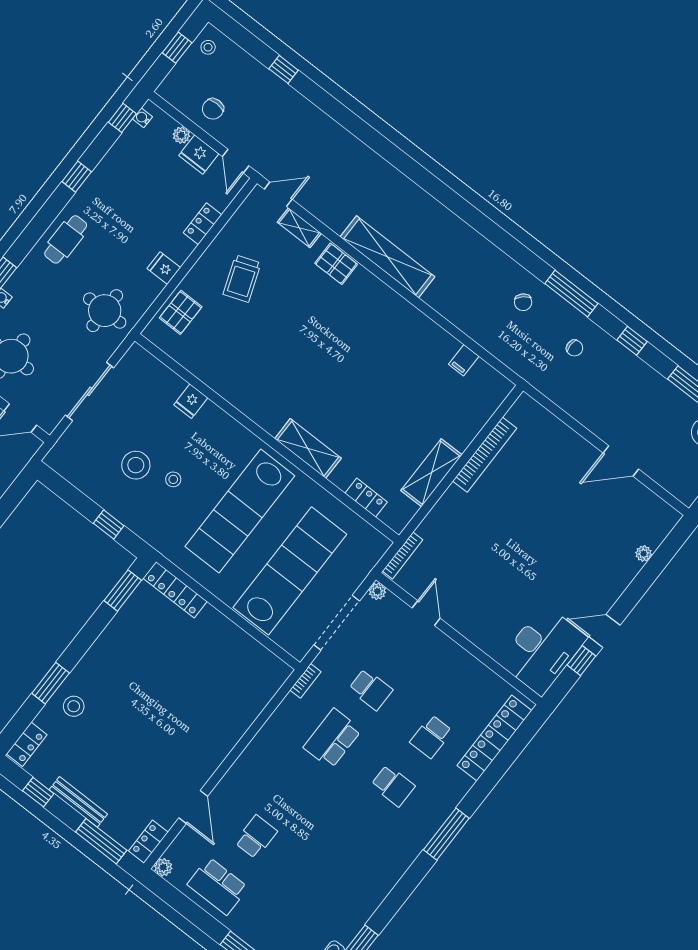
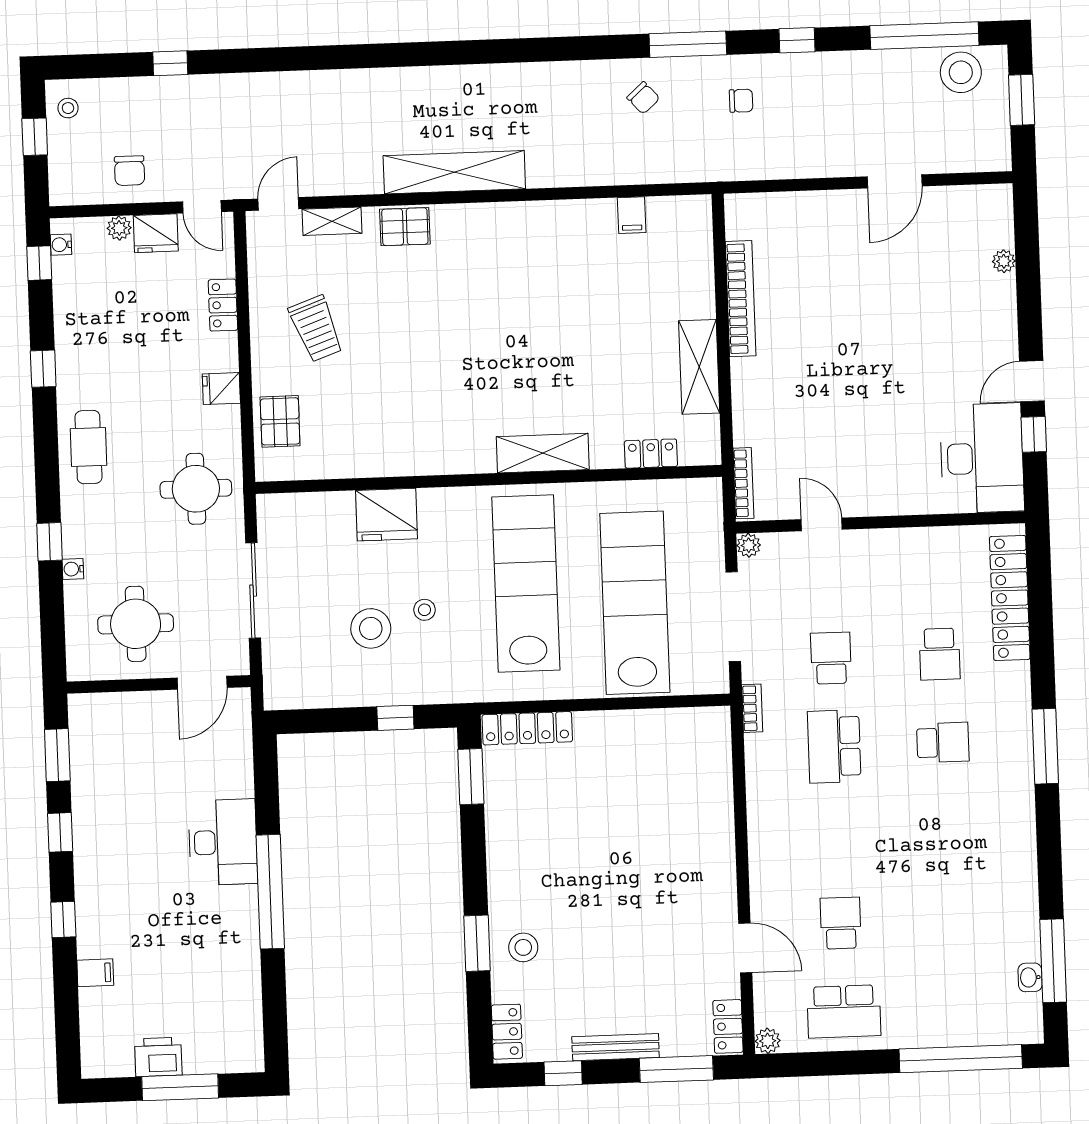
fridge: (191, 401) -> (387, 515), width x1.88, depth x1.34
lab bench: (240, 511) -> (526, 583), turned 180
school desk: (371, 689) -> (831, 658), turned -90

